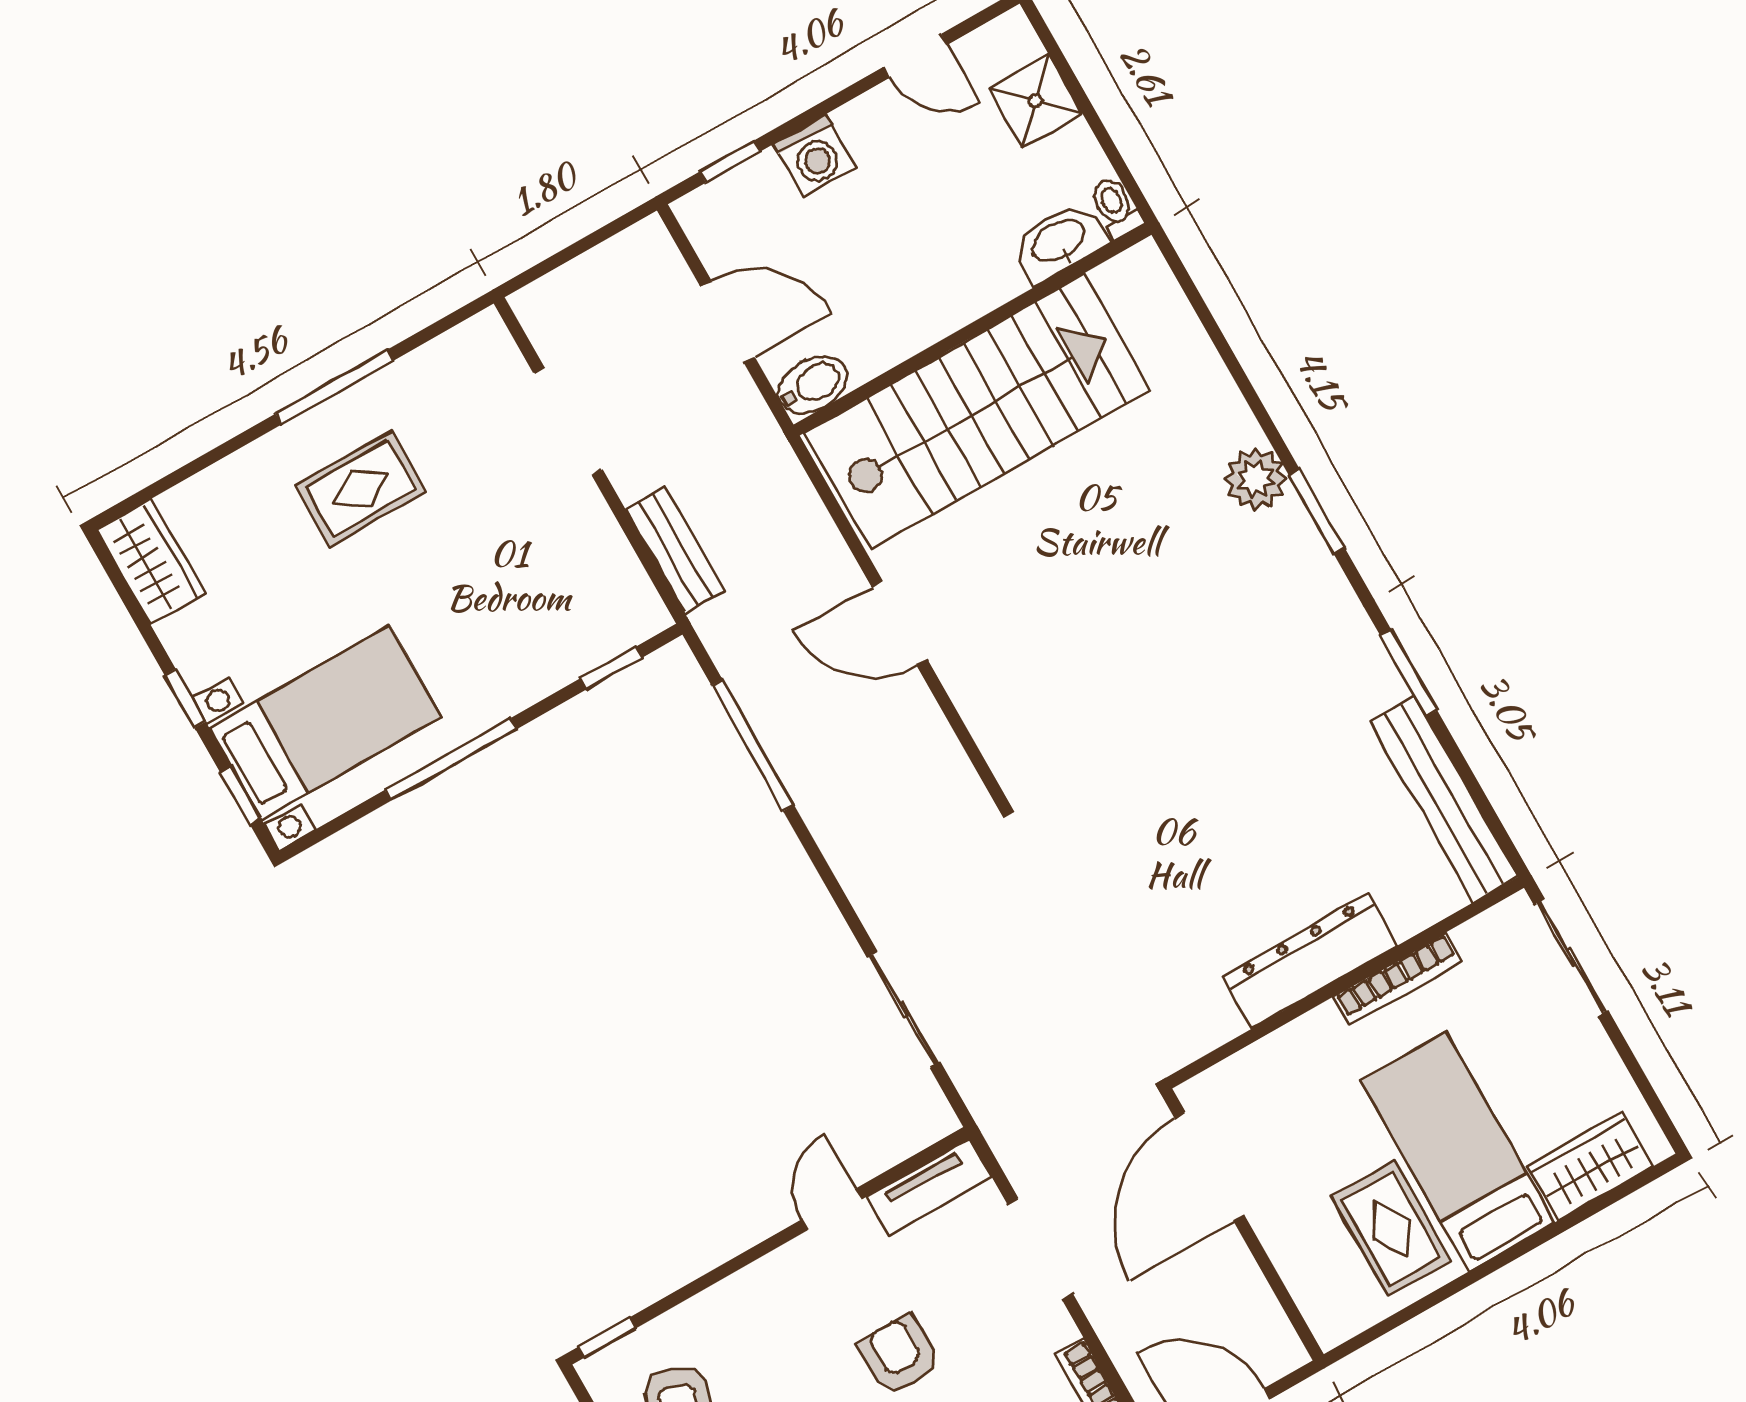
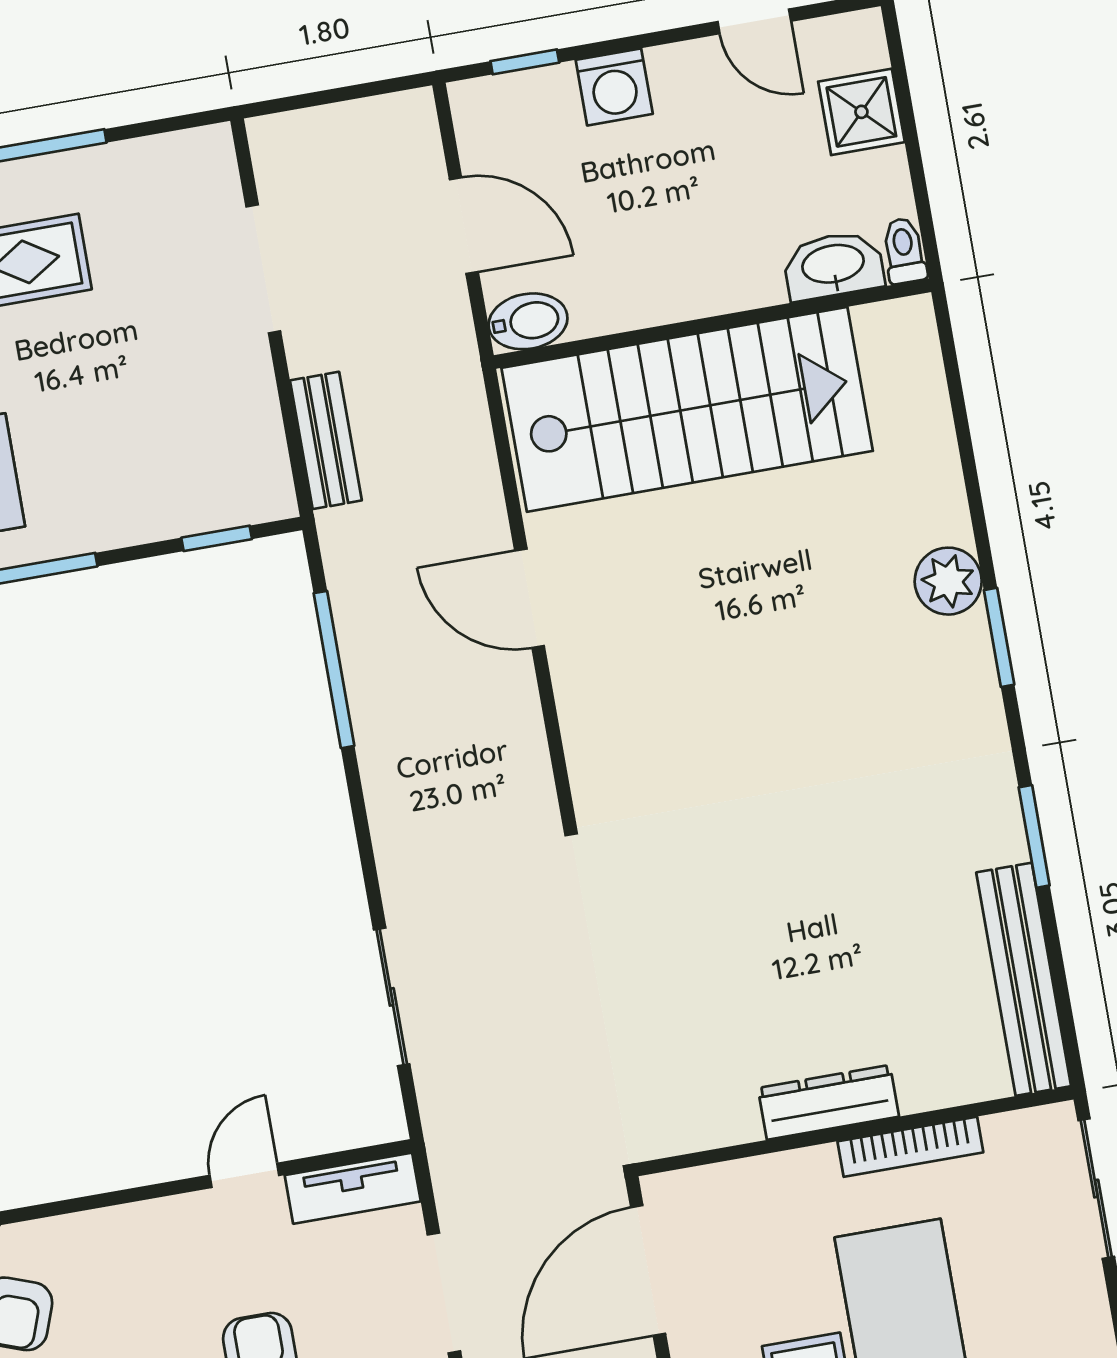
dresser: (1310, 961) -> (828, 1102), width x0.73, depth x0.80

